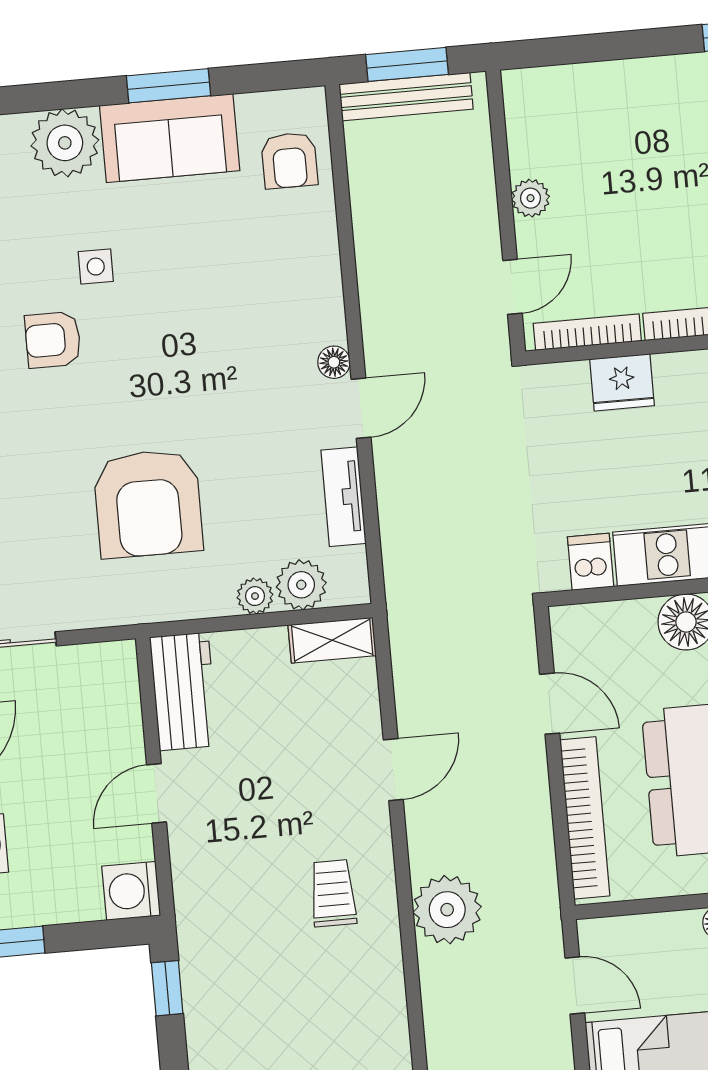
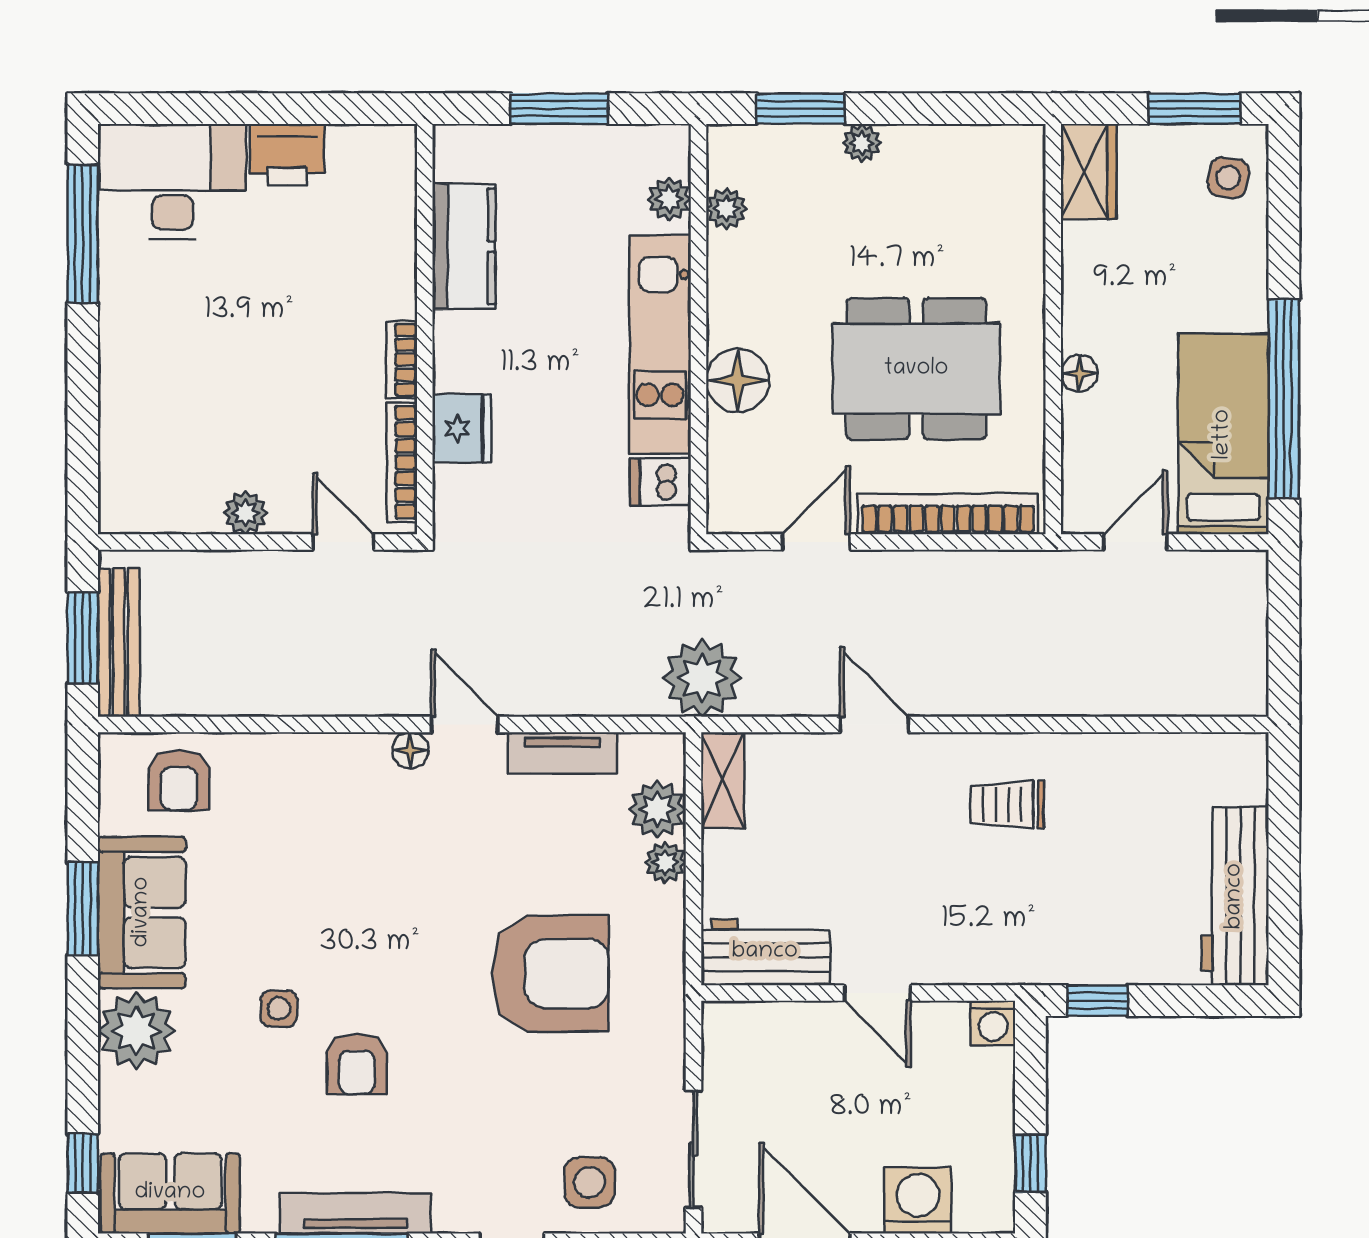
armchair: (289, 160) -> (179, 780), turned 90
washing machine: (131, 891) -> (993, 1023), width x0.73, depth x0.73
plant: (447, 910) -> (702, 678), moved

